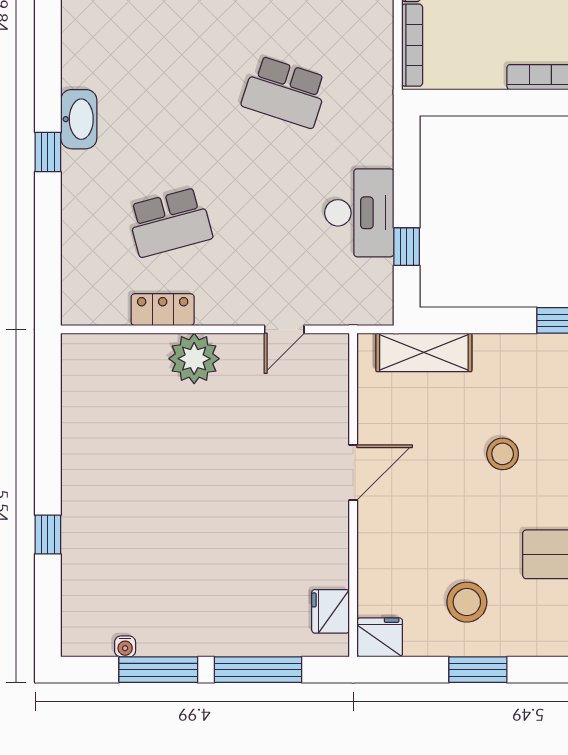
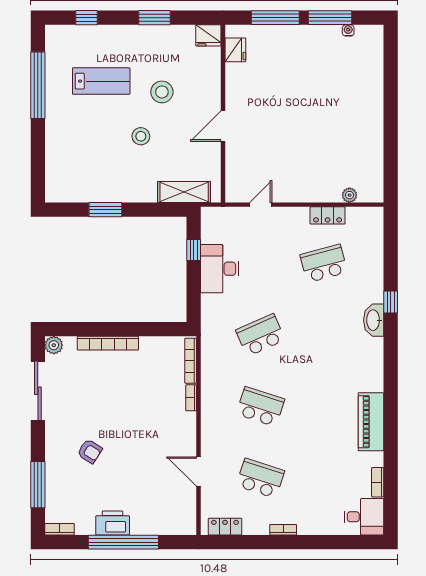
school desk: (285, 92) -> (260, 335), turned -42
plant: (194, 359) -> (349, 195), moved, width x0.53, depth x0.53
window: (48, 535) -> (391, 92), removed
stool: (467, 602) -> (162, 92), moved

